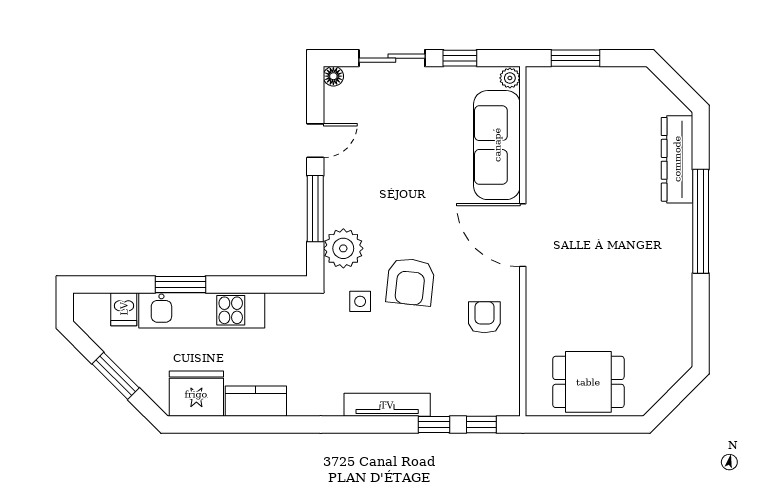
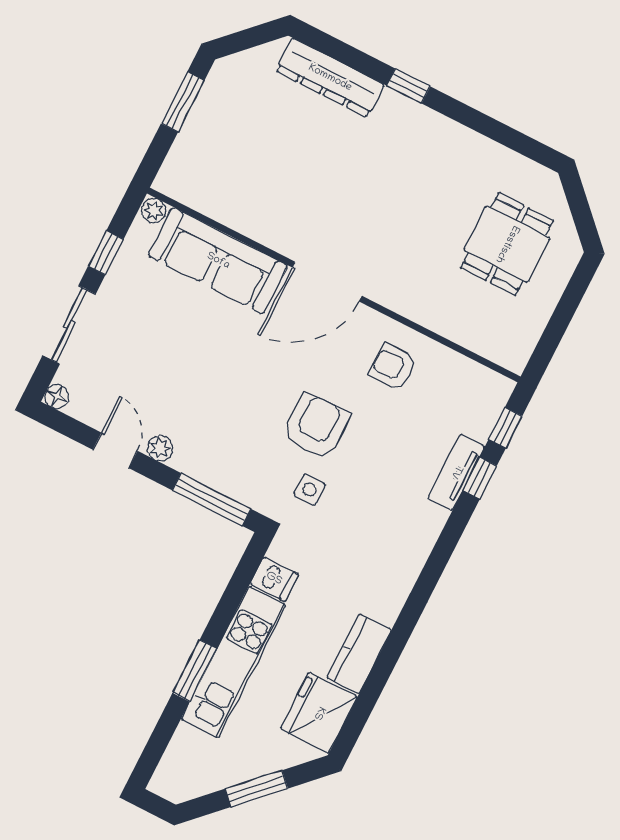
window: (575, 58) -> (183, 102), moved
window: (315, 209) -> (212, 500), moved
window: (701, 221) -> (408, 86), width x0.32
plant: (343, 248) -> (160, 448), moved, width x0.53, depth x0.53
armchair: (410, 282) -> (316, 426), turned -96
dishwasher: (124, 309) -> (274, 579), moved
dining table: (588, 382) -> (507, 244), moved
tv unit: (387, 405) -> (456, 472), moved, width x0.71

